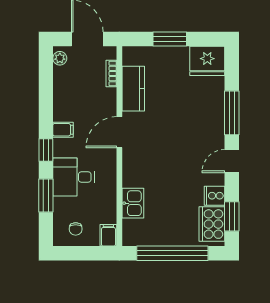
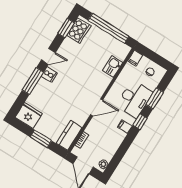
kitchen counter: (133, 89) -> (69, 135), moved
desk: (74, 177) -> (134, 99), width x1.37
cooker: (215, 196) -> (49, 74), moved

